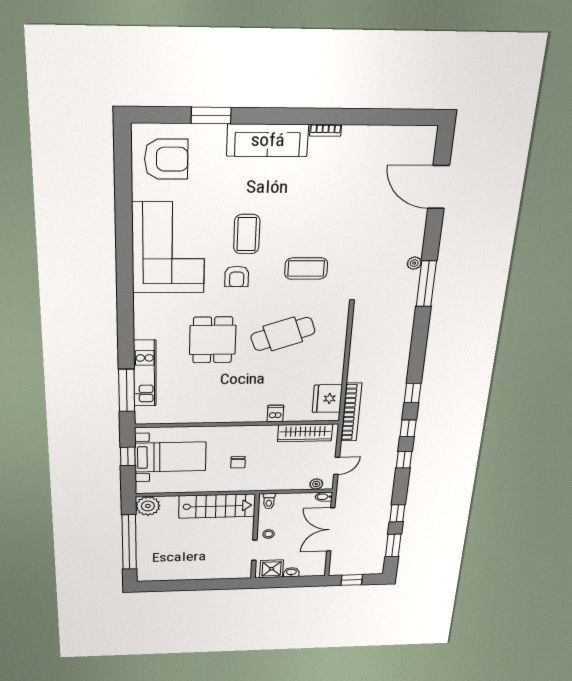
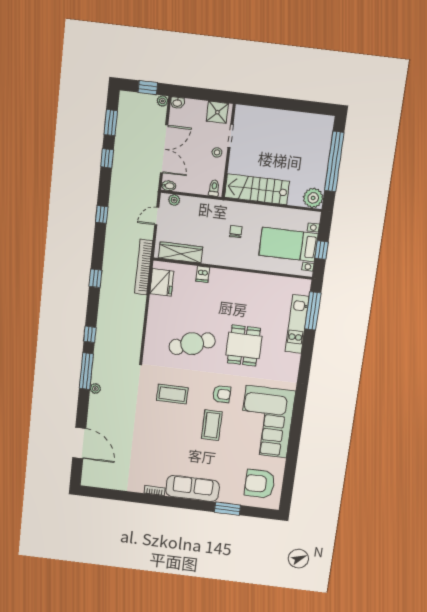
armchair: (237, 276) -> (222, 394), turned 90
window: (408, 428) -> (90, 334), moved
plant: (335, 571) -> (162, 101), added
washbasin: (291, 572) -> (177, 103), moved

